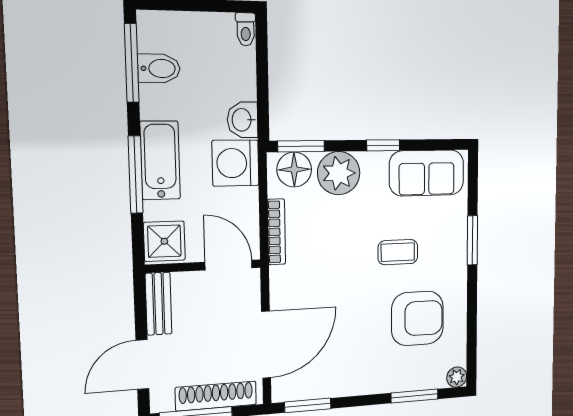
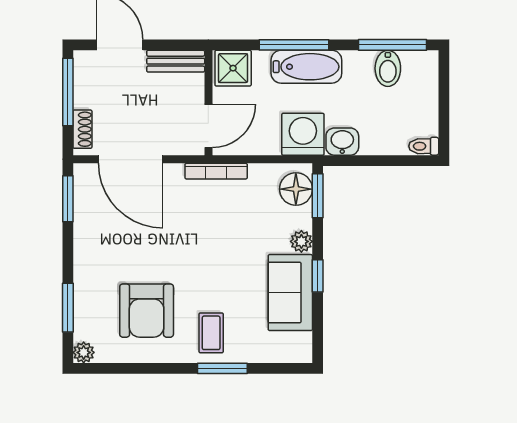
plant: (339, 173) -> (301, 241), width x0.53, depth x0.53
sofa: (427, 173) -> (290, 293), moved
bookcase: (276, 232) -> (216, 171), moved
coffee table: (398, 252) -> (211, 333), moved
shoe rack: (216, 396) -> (82, 129), width x0.51, depth x0.81

